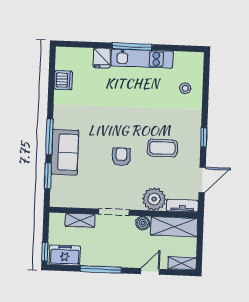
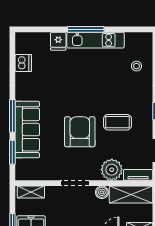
sofa: (65, 152) -> (27, 130), width x1.36
armchair: (121, 157) -> (80, 132), width x1.88, depth x1.88
shelving: (80, 220) -> (31, 192), moved

